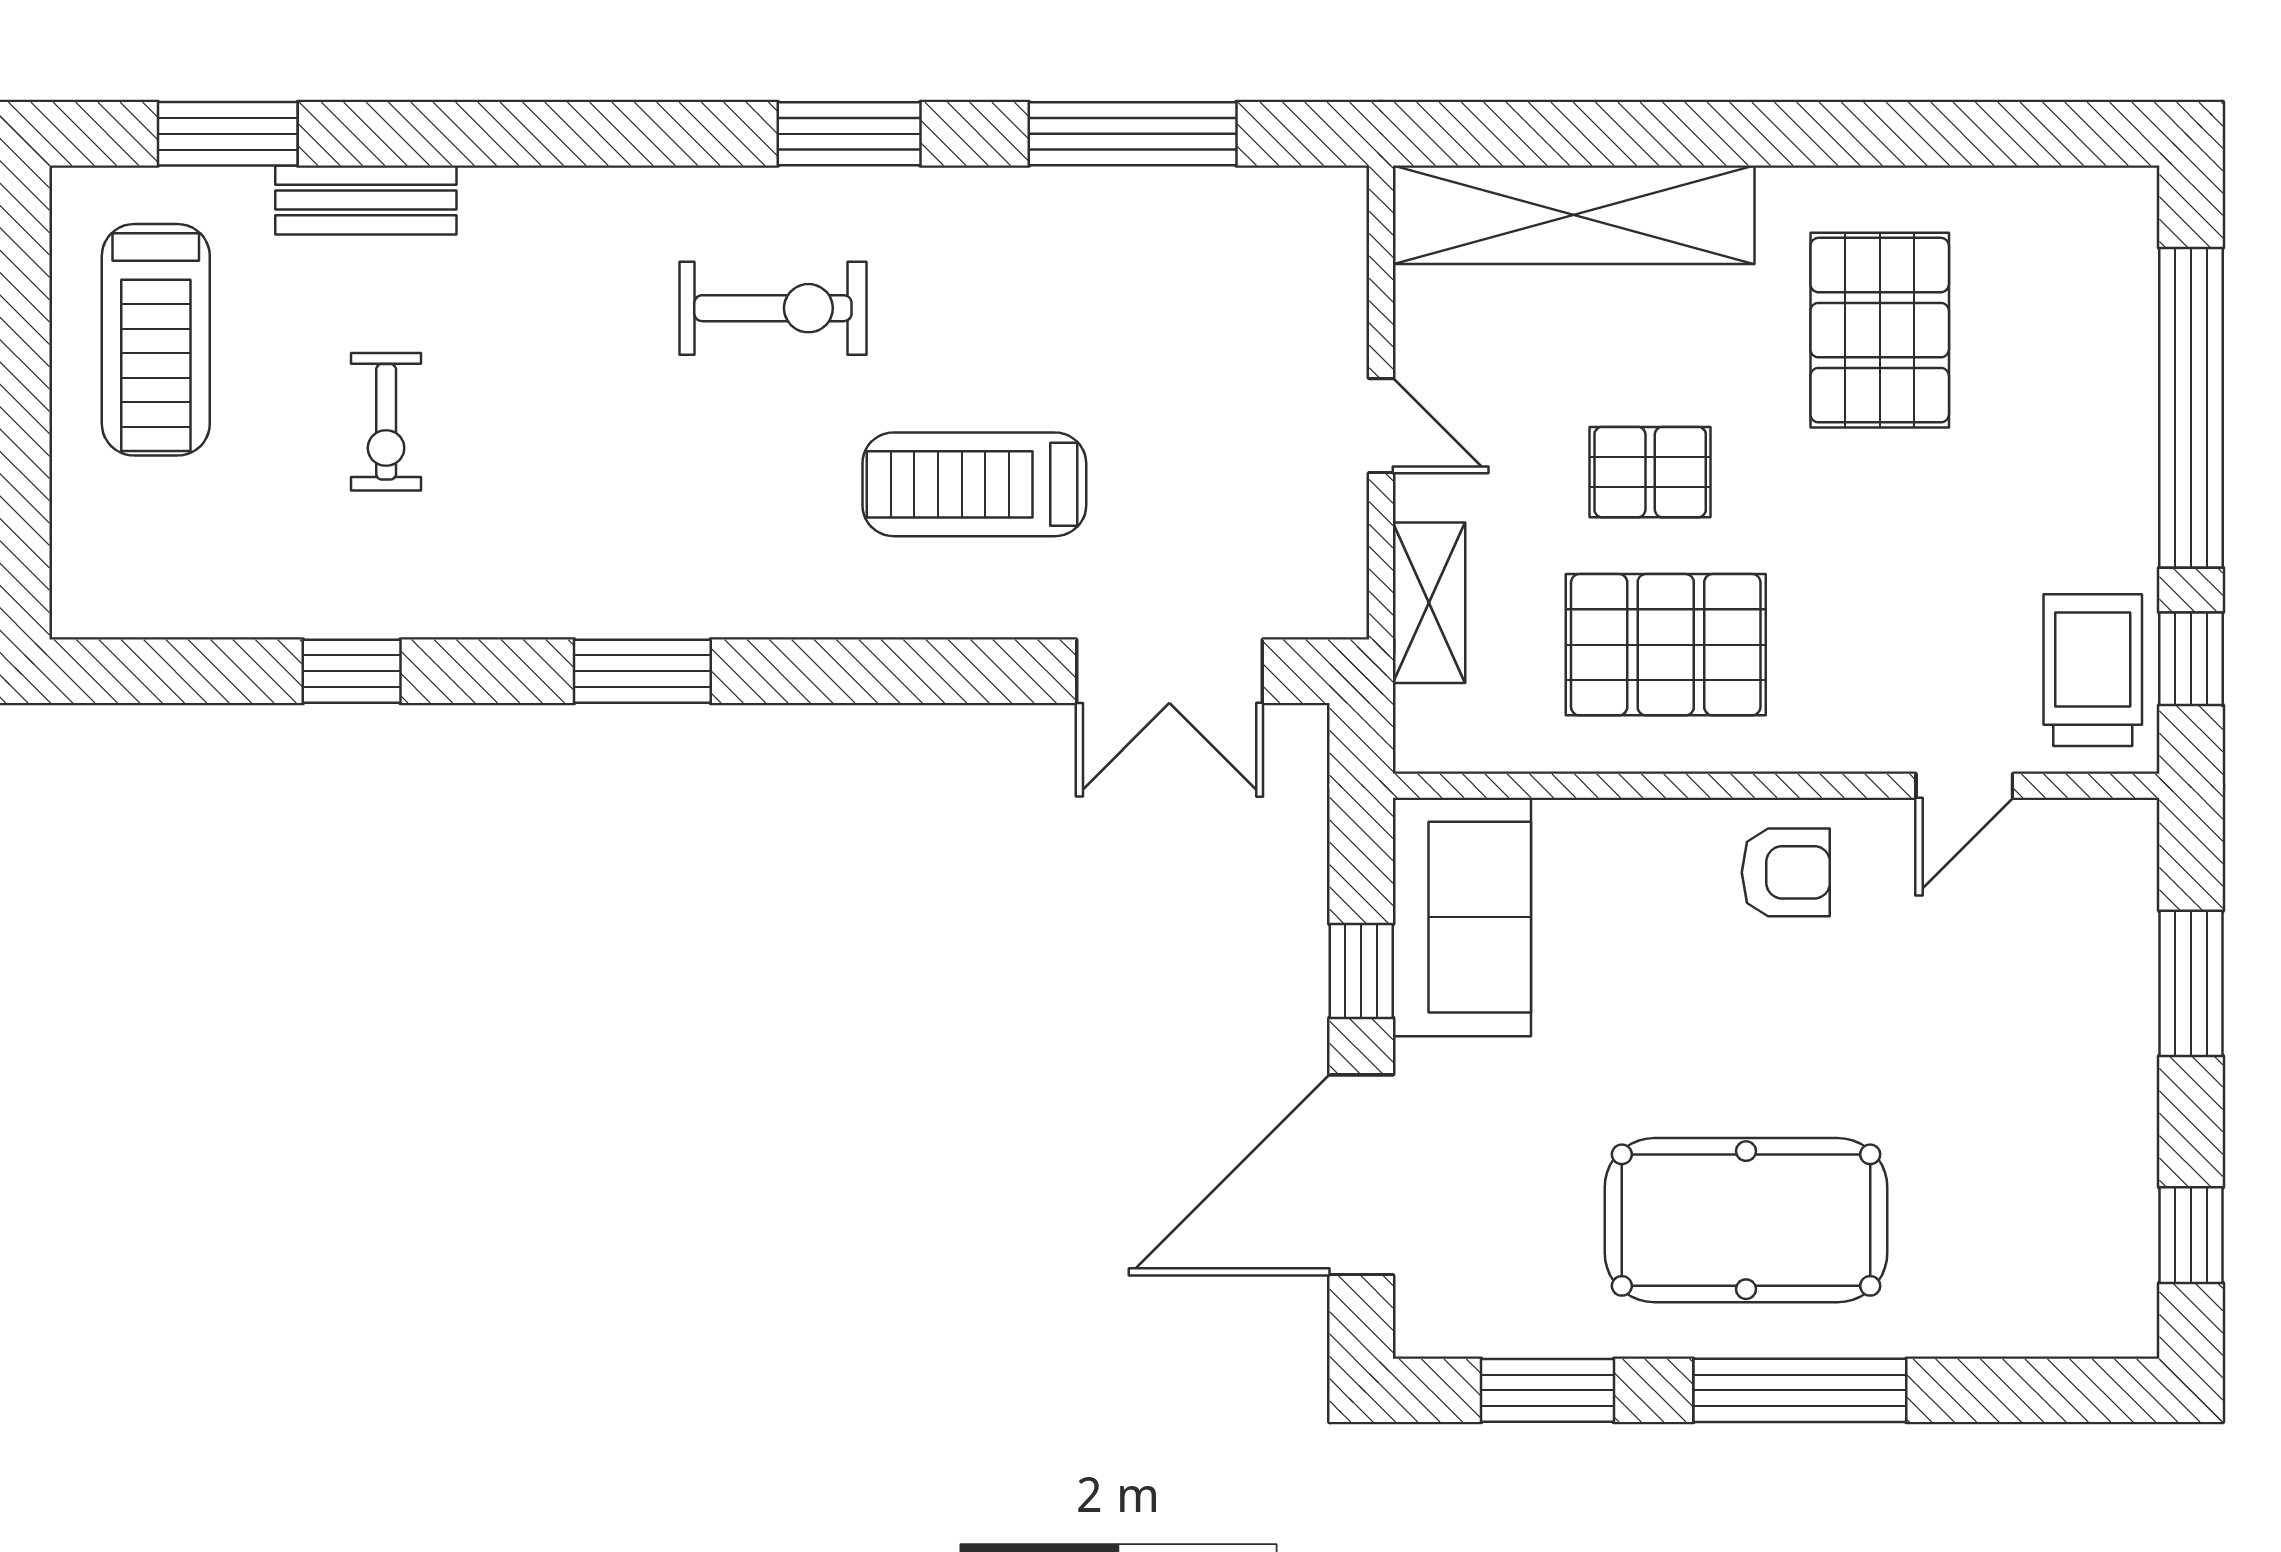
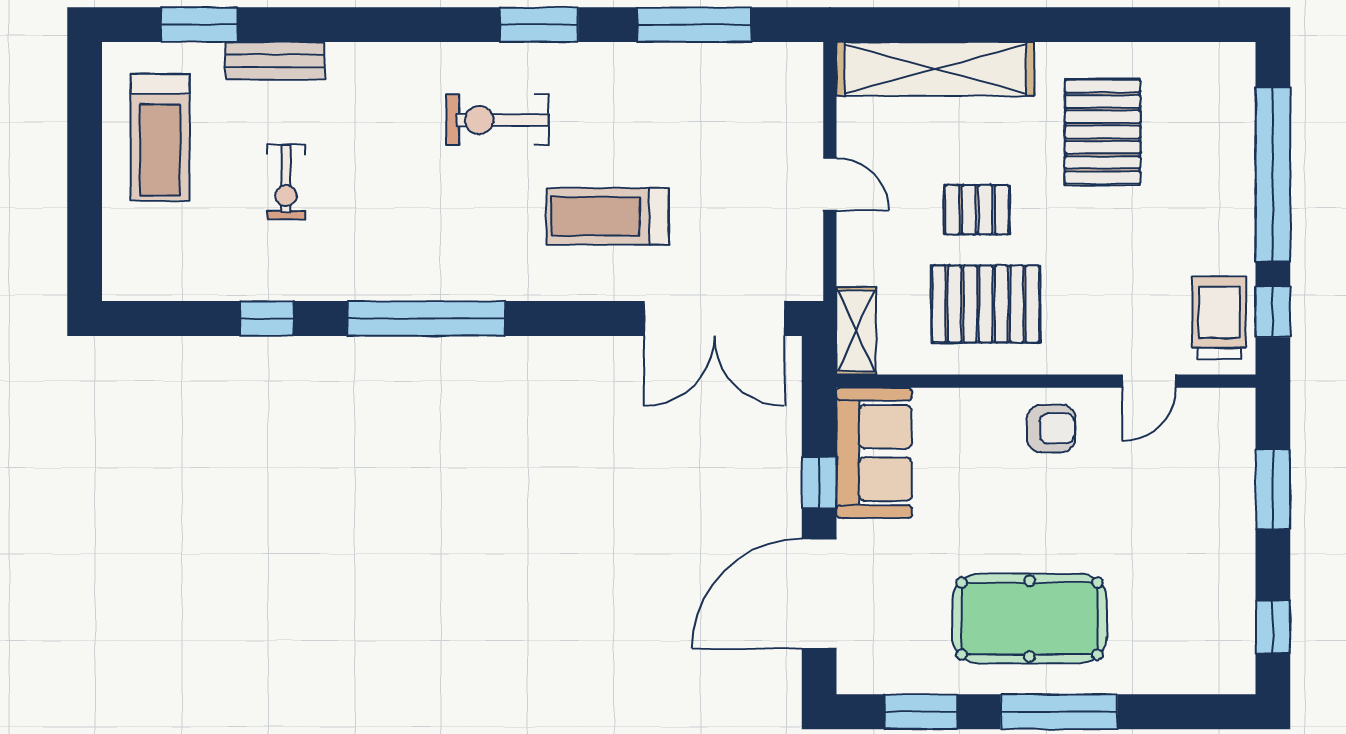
exercise bike: (773, 308) -> (498, 120), turned 180
shelving: (1429, 603) -> (856, 331), moved
window: (642, 671) -> (426, 319), width x2.11
double door: (1169, 671) -> (714, 319), width x1.37

